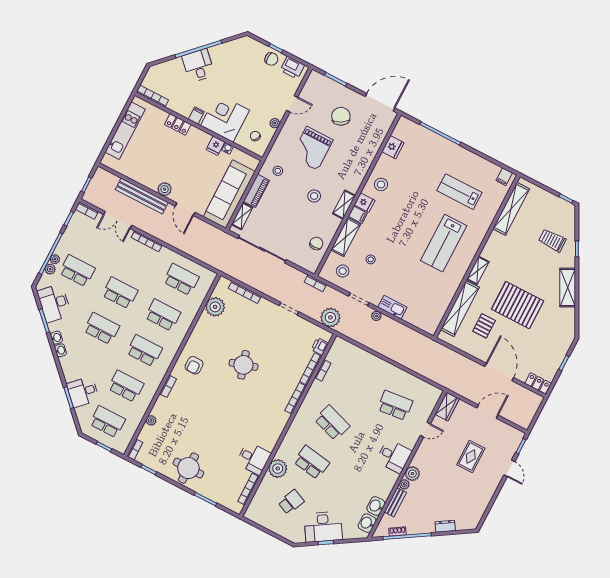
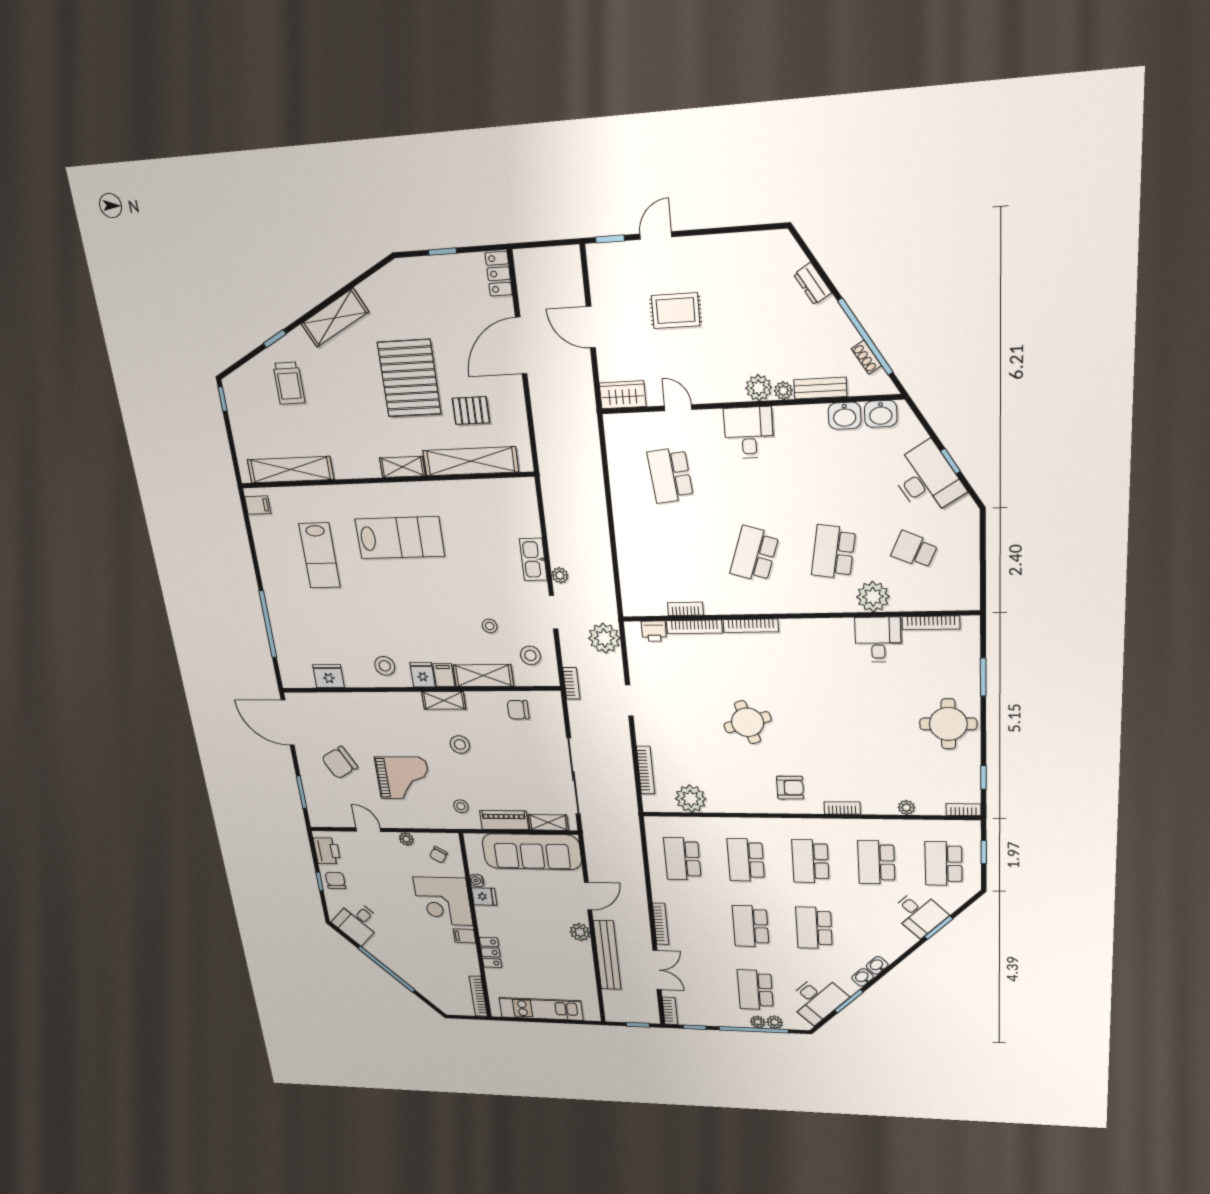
desk: (198, 66) -> (357, 922), moved

